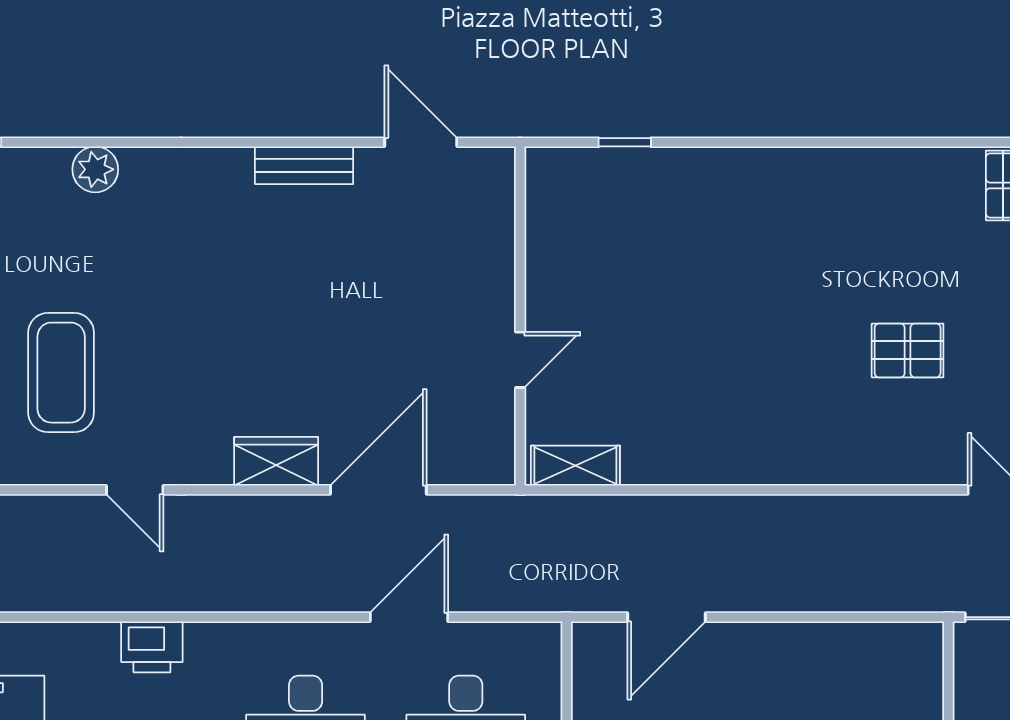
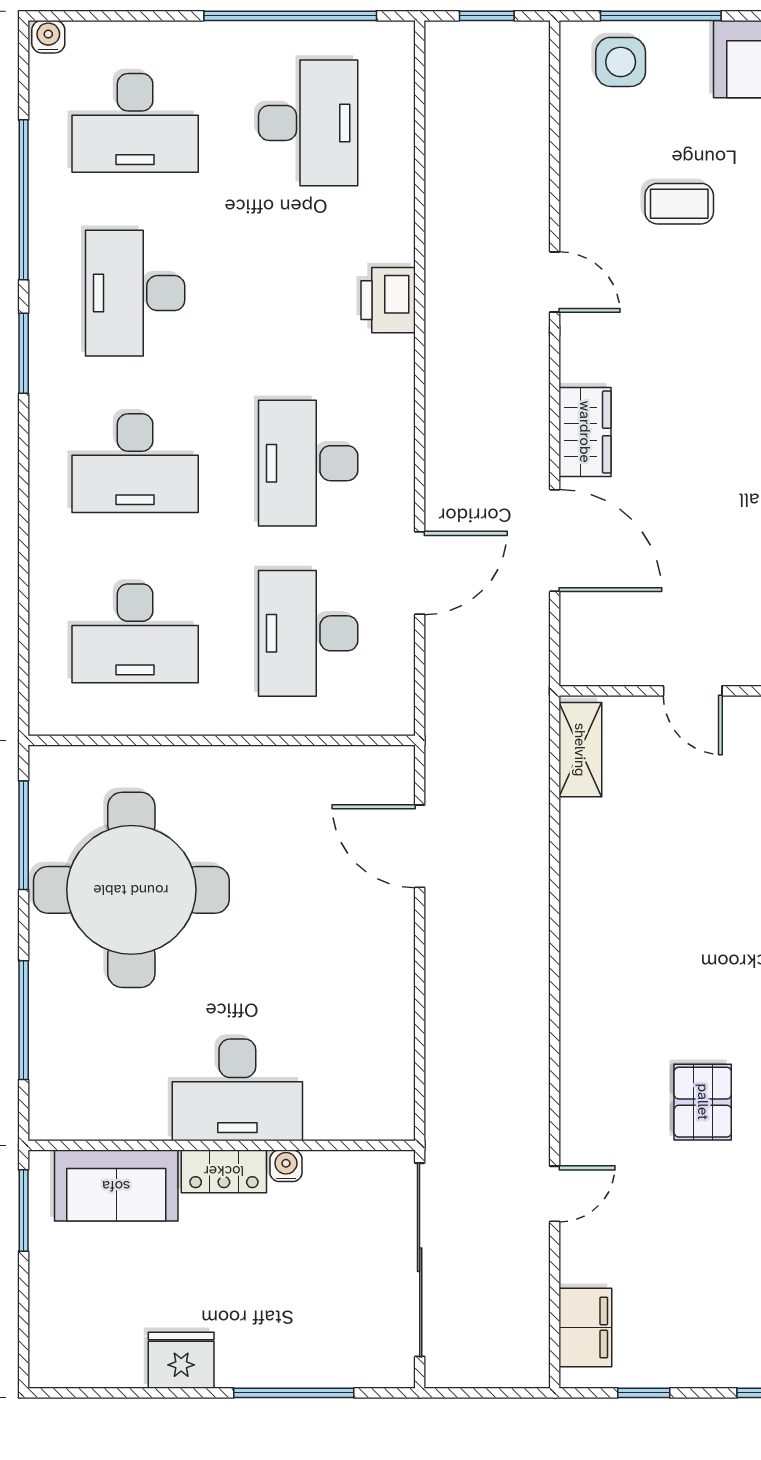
coffee table: (61, 373) -> (679, 204), width x0.54, depth x0.58
door: (135, 490) -> (555, 282), swing flipped
door: (409, 617) -> (420, 573), hinge flipped

